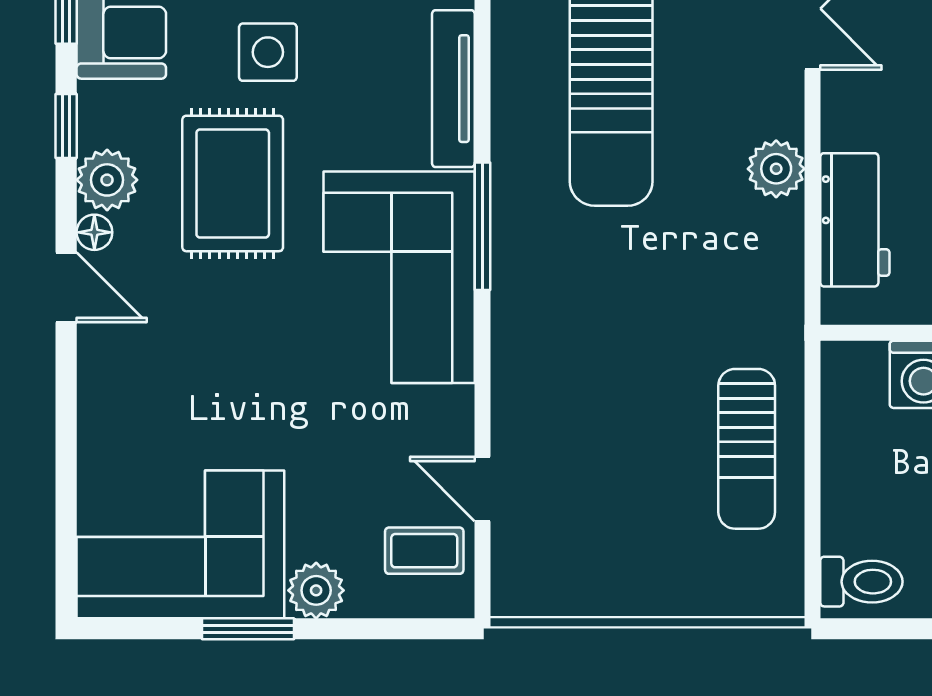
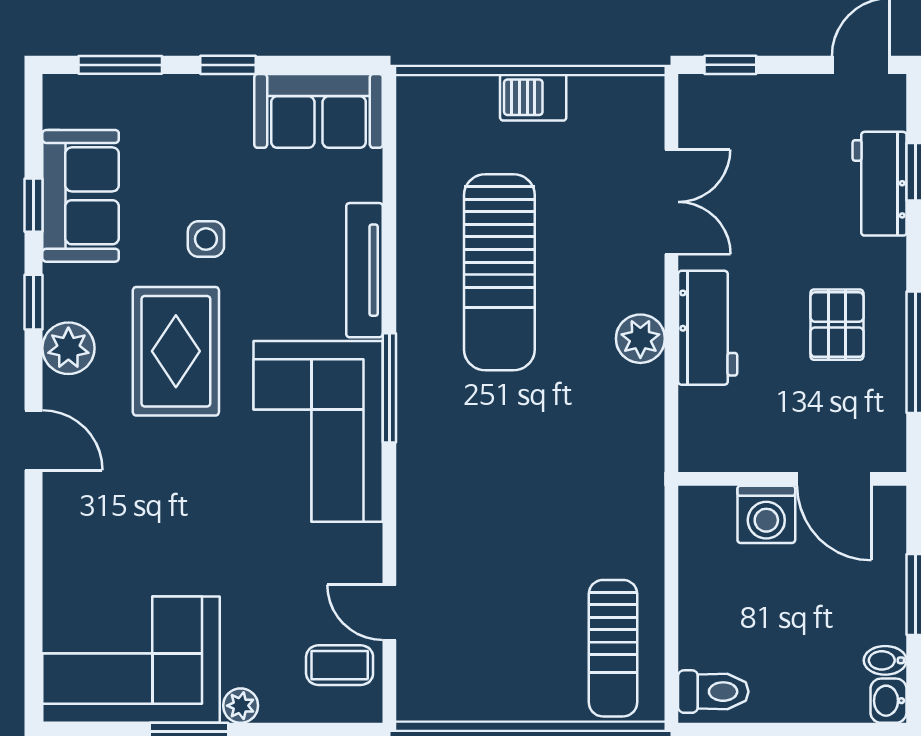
side table: (268, 52) -> (206, 239), width x0.73, depth x0.73
workbench: (855, 220) -> (708, 328), moved
floor lamp: (94, 232) -> (58, 393), removed
sun lounger: (747, 449) -> (613, 648), moved
plant: (316, 590) -> (241, 706), width x0.73, depth x0.73

